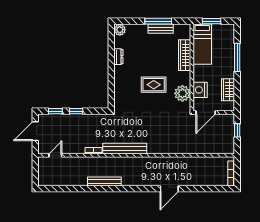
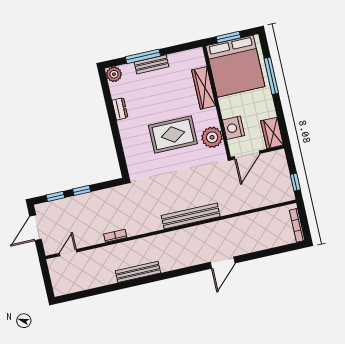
window: (158, 21) -> (143, 56), moved
bench: (161, 29) -> (151, 64), moved
bed: (202, 44) -> (235, 66), width x2.04
rug: (154, 85) -> (173, 134), width x1.36, depth x1.43
wardrobe: (228, 90) -> (272, 133), moved
window: (237, 130) -> (295, 182), moved
bench: (125, 149) -> (191, 216), moved

